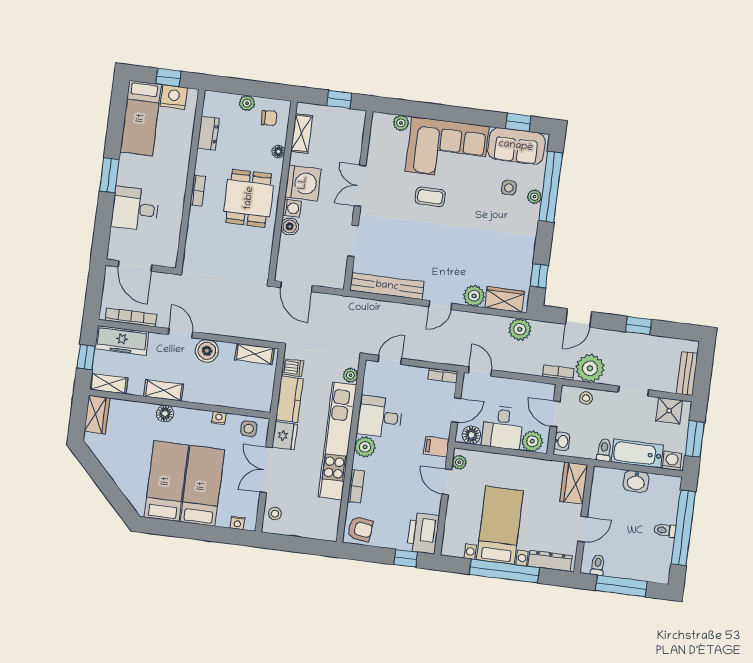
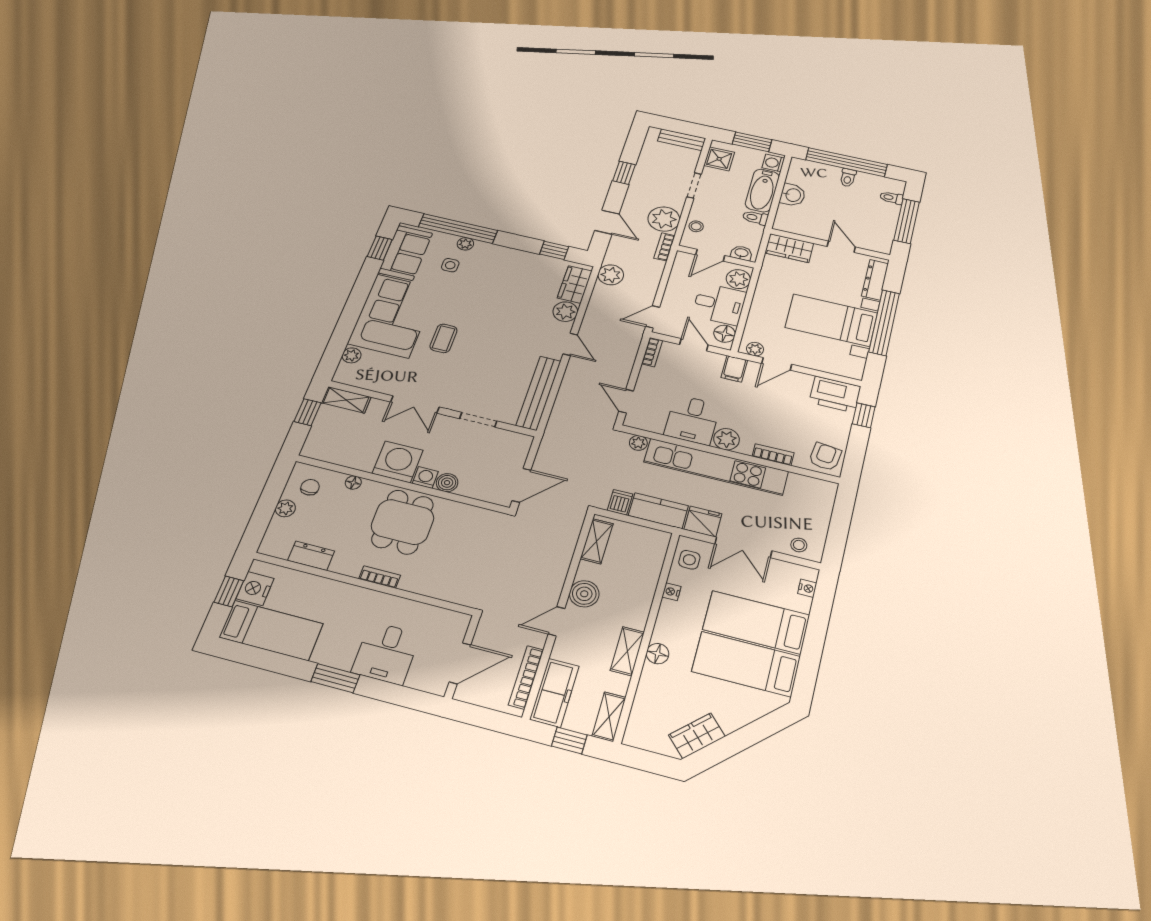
shelving: (302, 133) -> (346, 400), moved
dining table: (249, 198) -> (403, 522), turned 90
wardrobe: (97, 415) -> (697, 736), moved, turned -44
toilet: (598, 565) -> (892, 198), moved

